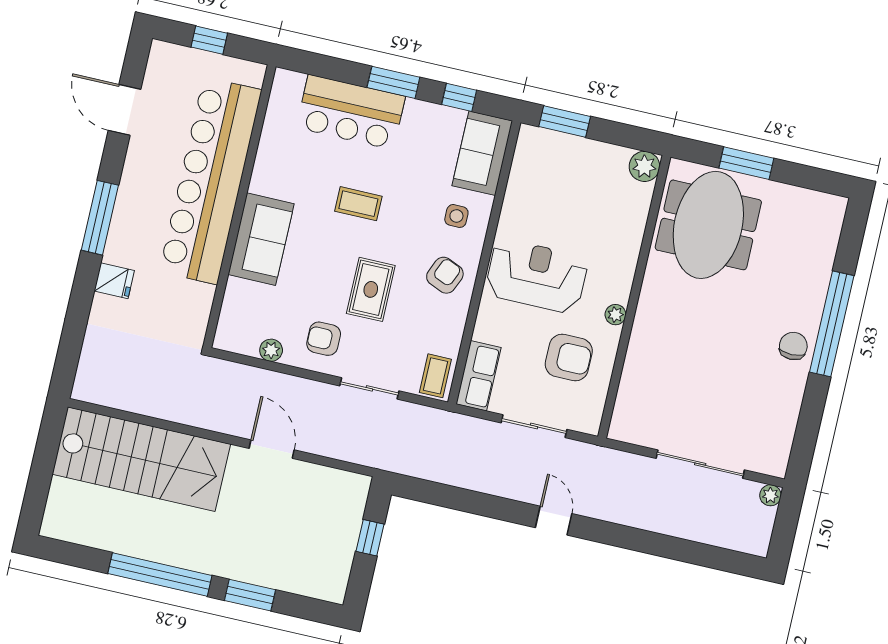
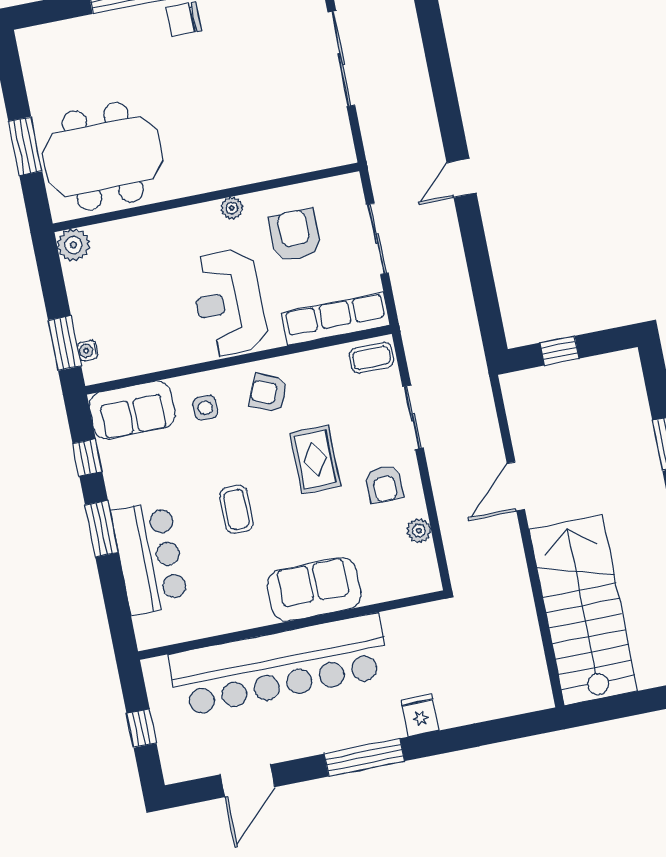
water cooler: (550, 138) -> (88, 350), added
rug: (371, 289) -> (315, 459), turned 90
row of seats: (479, 376) -> (336, 319), width x1.48

